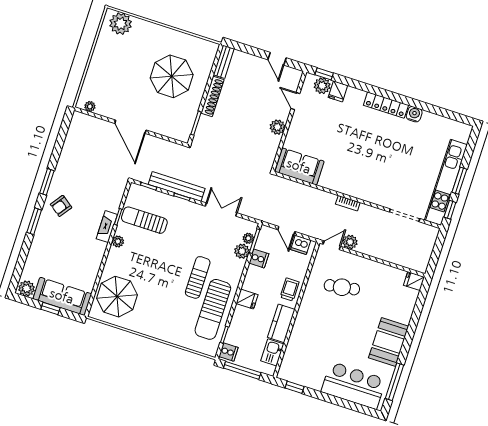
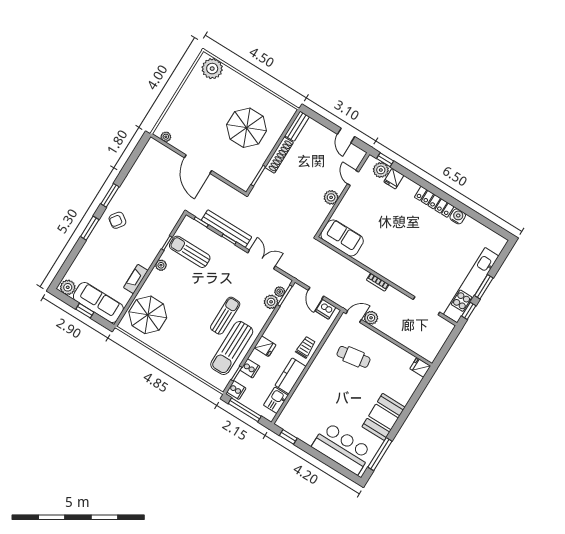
fireplace: (107, 227) -> (136, 279), moved
cooker: (259, 258) -> (250, 368), moved

